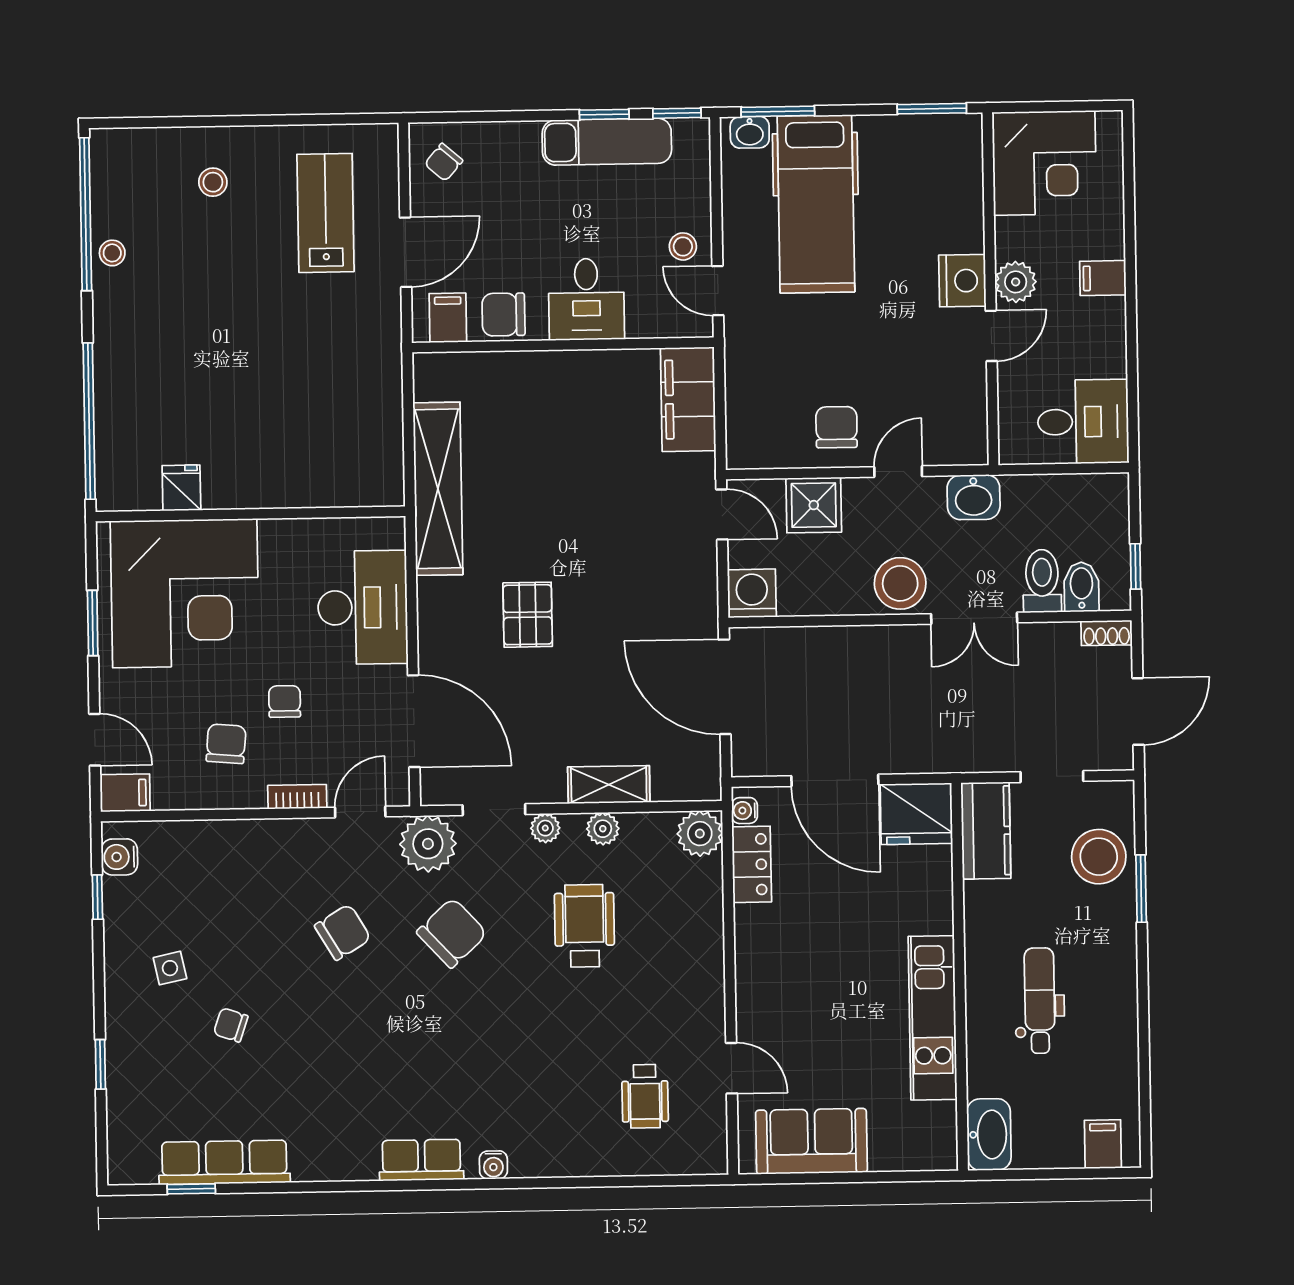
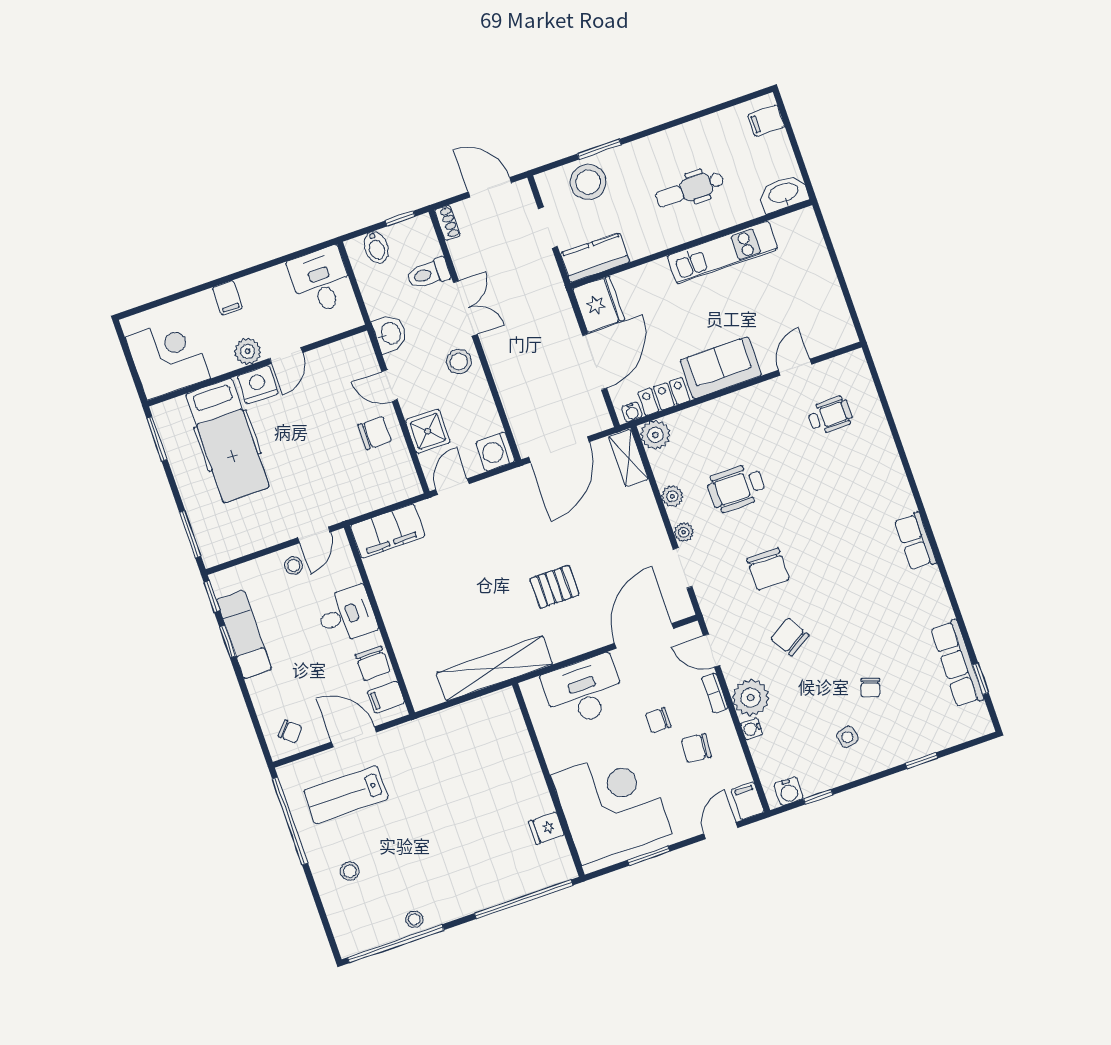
window: (314, 120) -> (290, 821), added
washbasin: (750, 132) -> (209, 547), removed
hospital bed: (816, 204) -> (228, 440), moved, turned 90
door: (991, 336) -> (286, 355), swing flipped
chair: (837, 427) -> (375, 433), turned 180
stool: (900, 583) -> (459, 361), width x0.73, depth x0.73
bidet: (1081, 587) -> (376, 247), moved, turned -90
shelving: (609, 785) -> (628, 458), moved
plant: (428, 844) -> (751, 698), moved
chair: (452, 933) -> (768, 569), turned -137
sofa: (811, 1141) -> (721, 368), moved, turned 90
water cooler: (493, 1165) -> (752, 729), moved, turned 180

